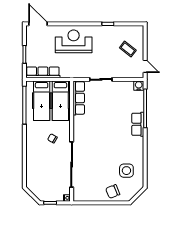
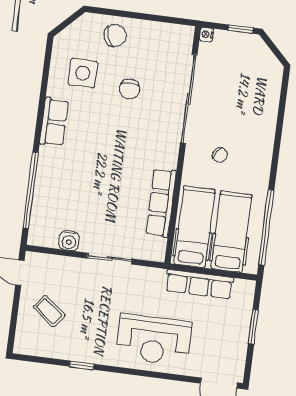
row of seats: (43, 72) -> (199, 284), moved
water cooler: (139, 86) -> (69, 241), moved
row of seats: (79, 98) -> (161, 203), moved
row of seats: (138, 124) -> (54, 122), moved
chair: (102, 166) -> (130, 89), added

